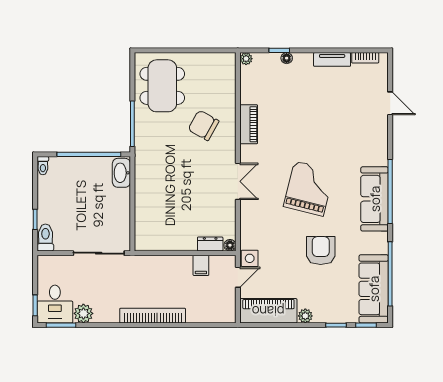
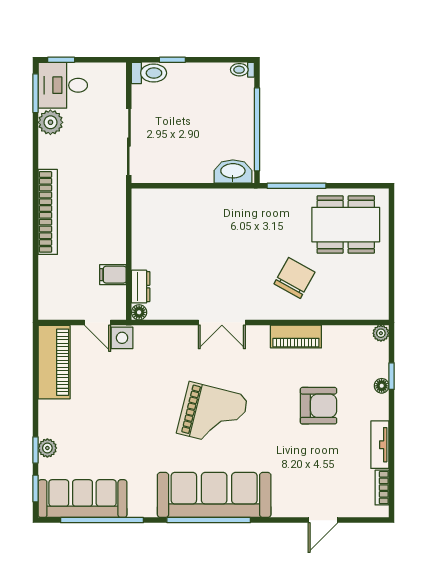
sofa: (375, 199) -> (214, 495), width x1.36, depth x1.27
armchair: (321, 251) -> (318, 406), moved
plant: (305, 316) -> (47, 448), moved

